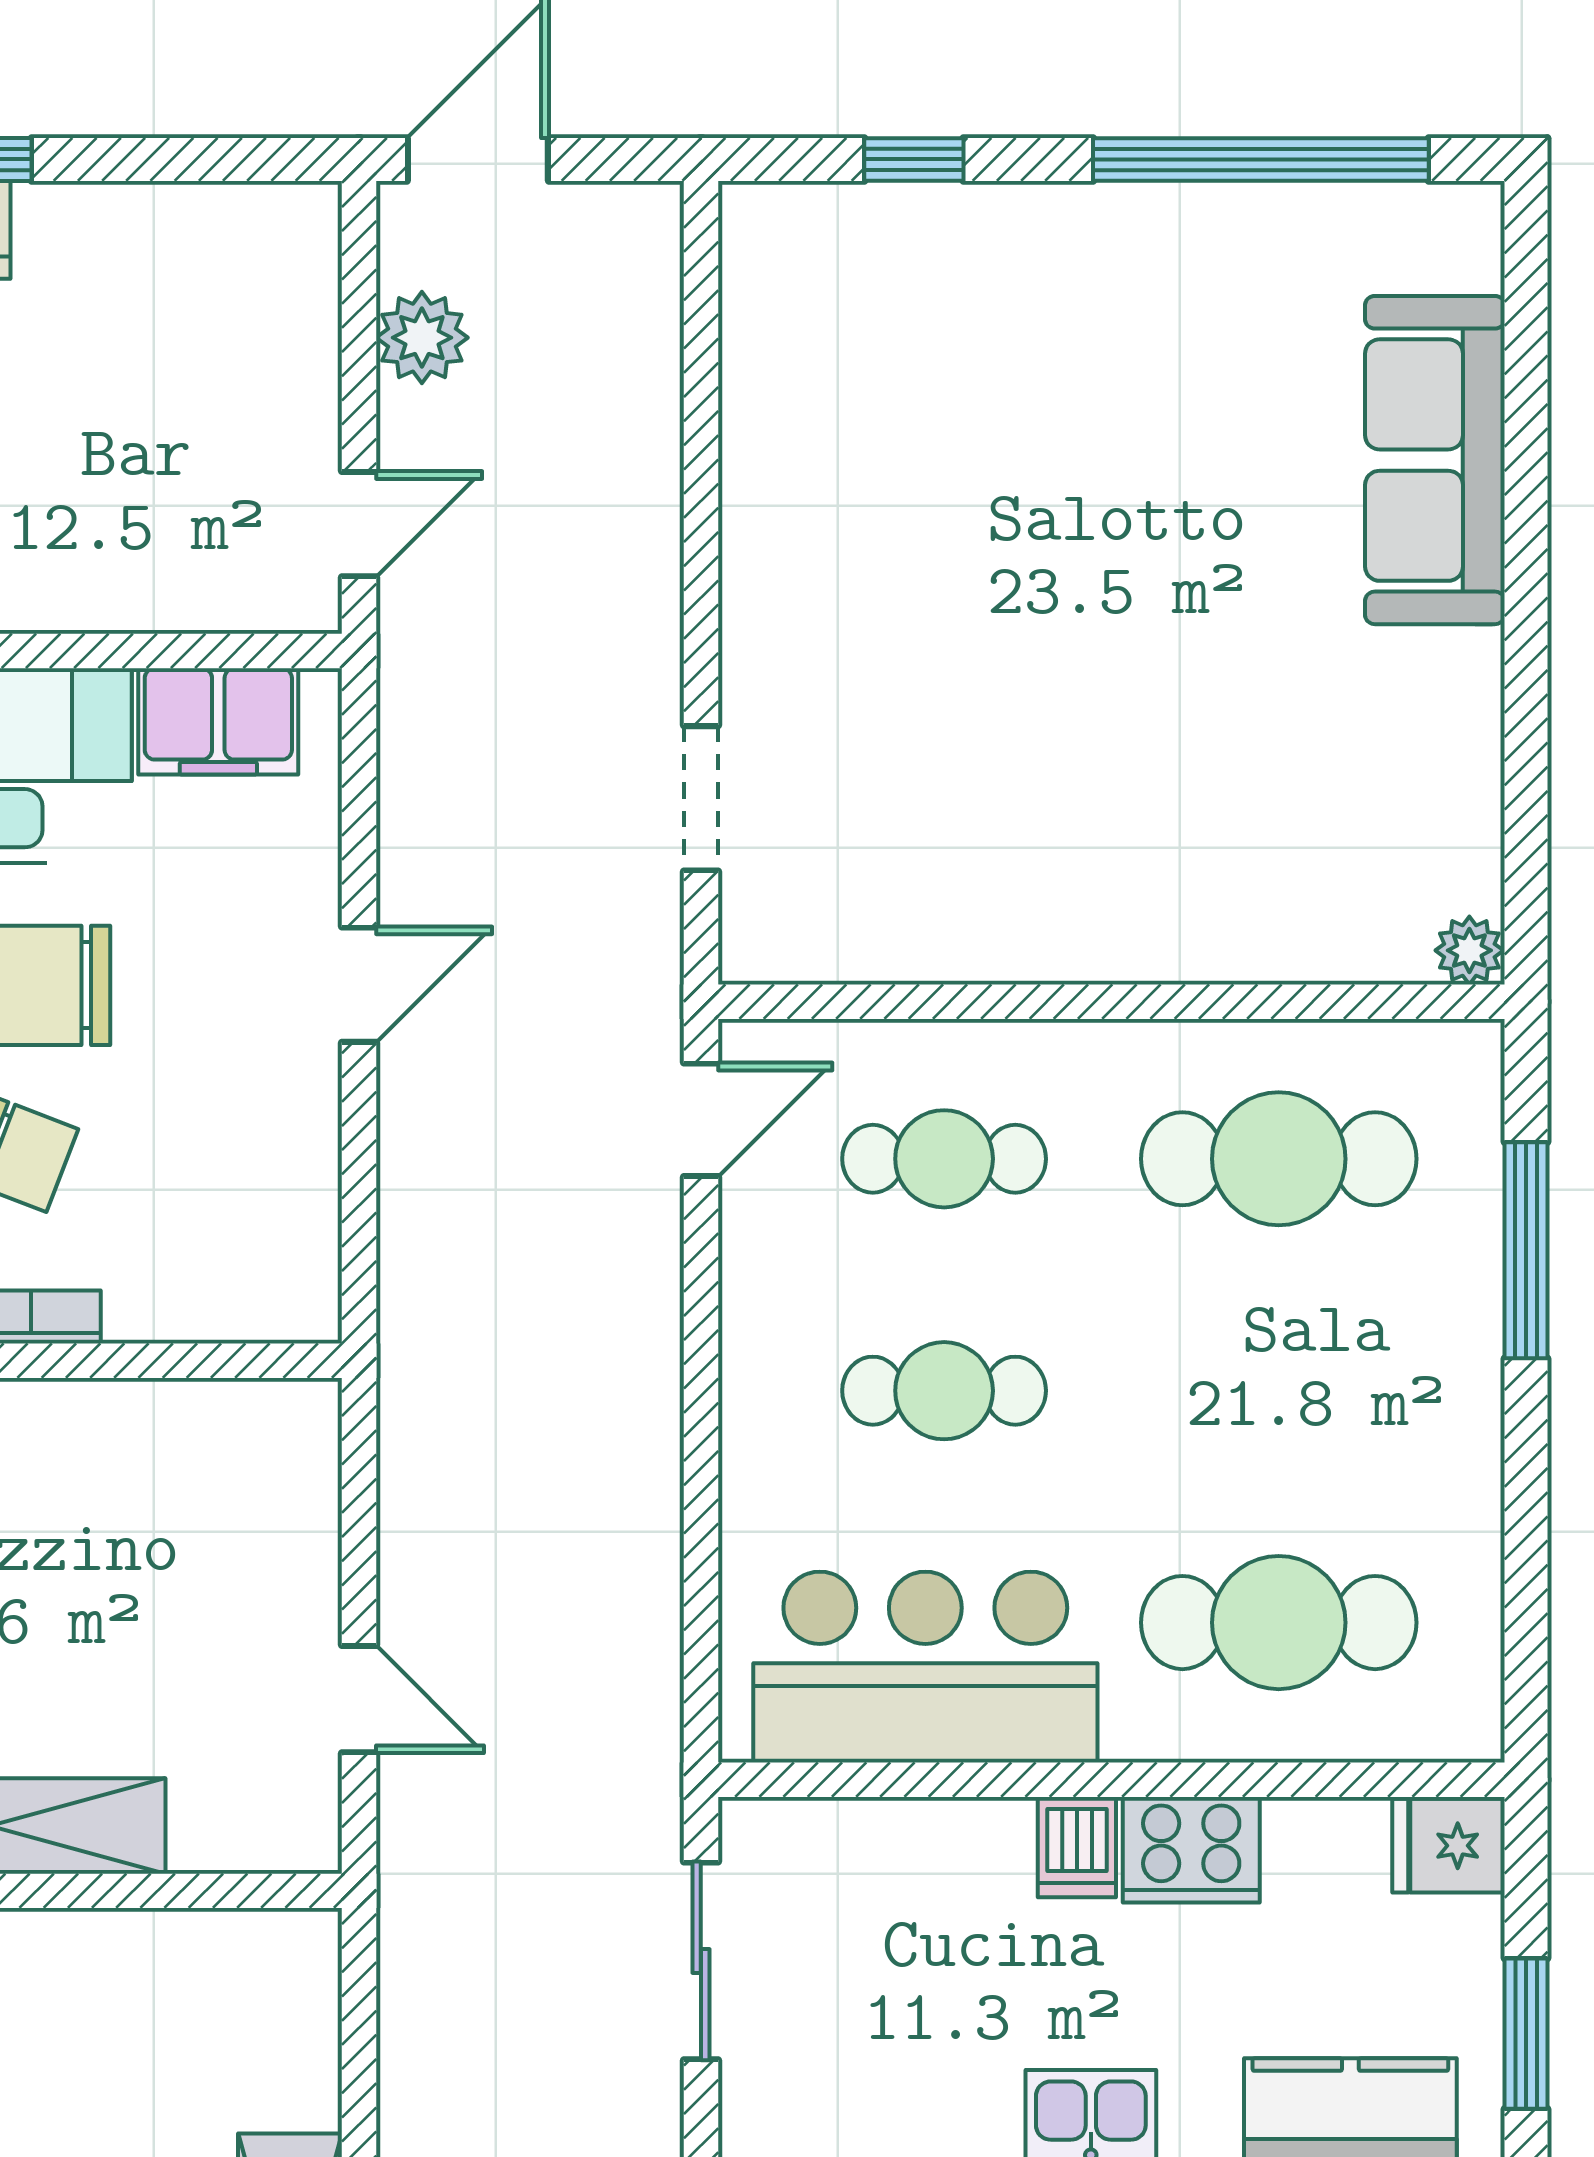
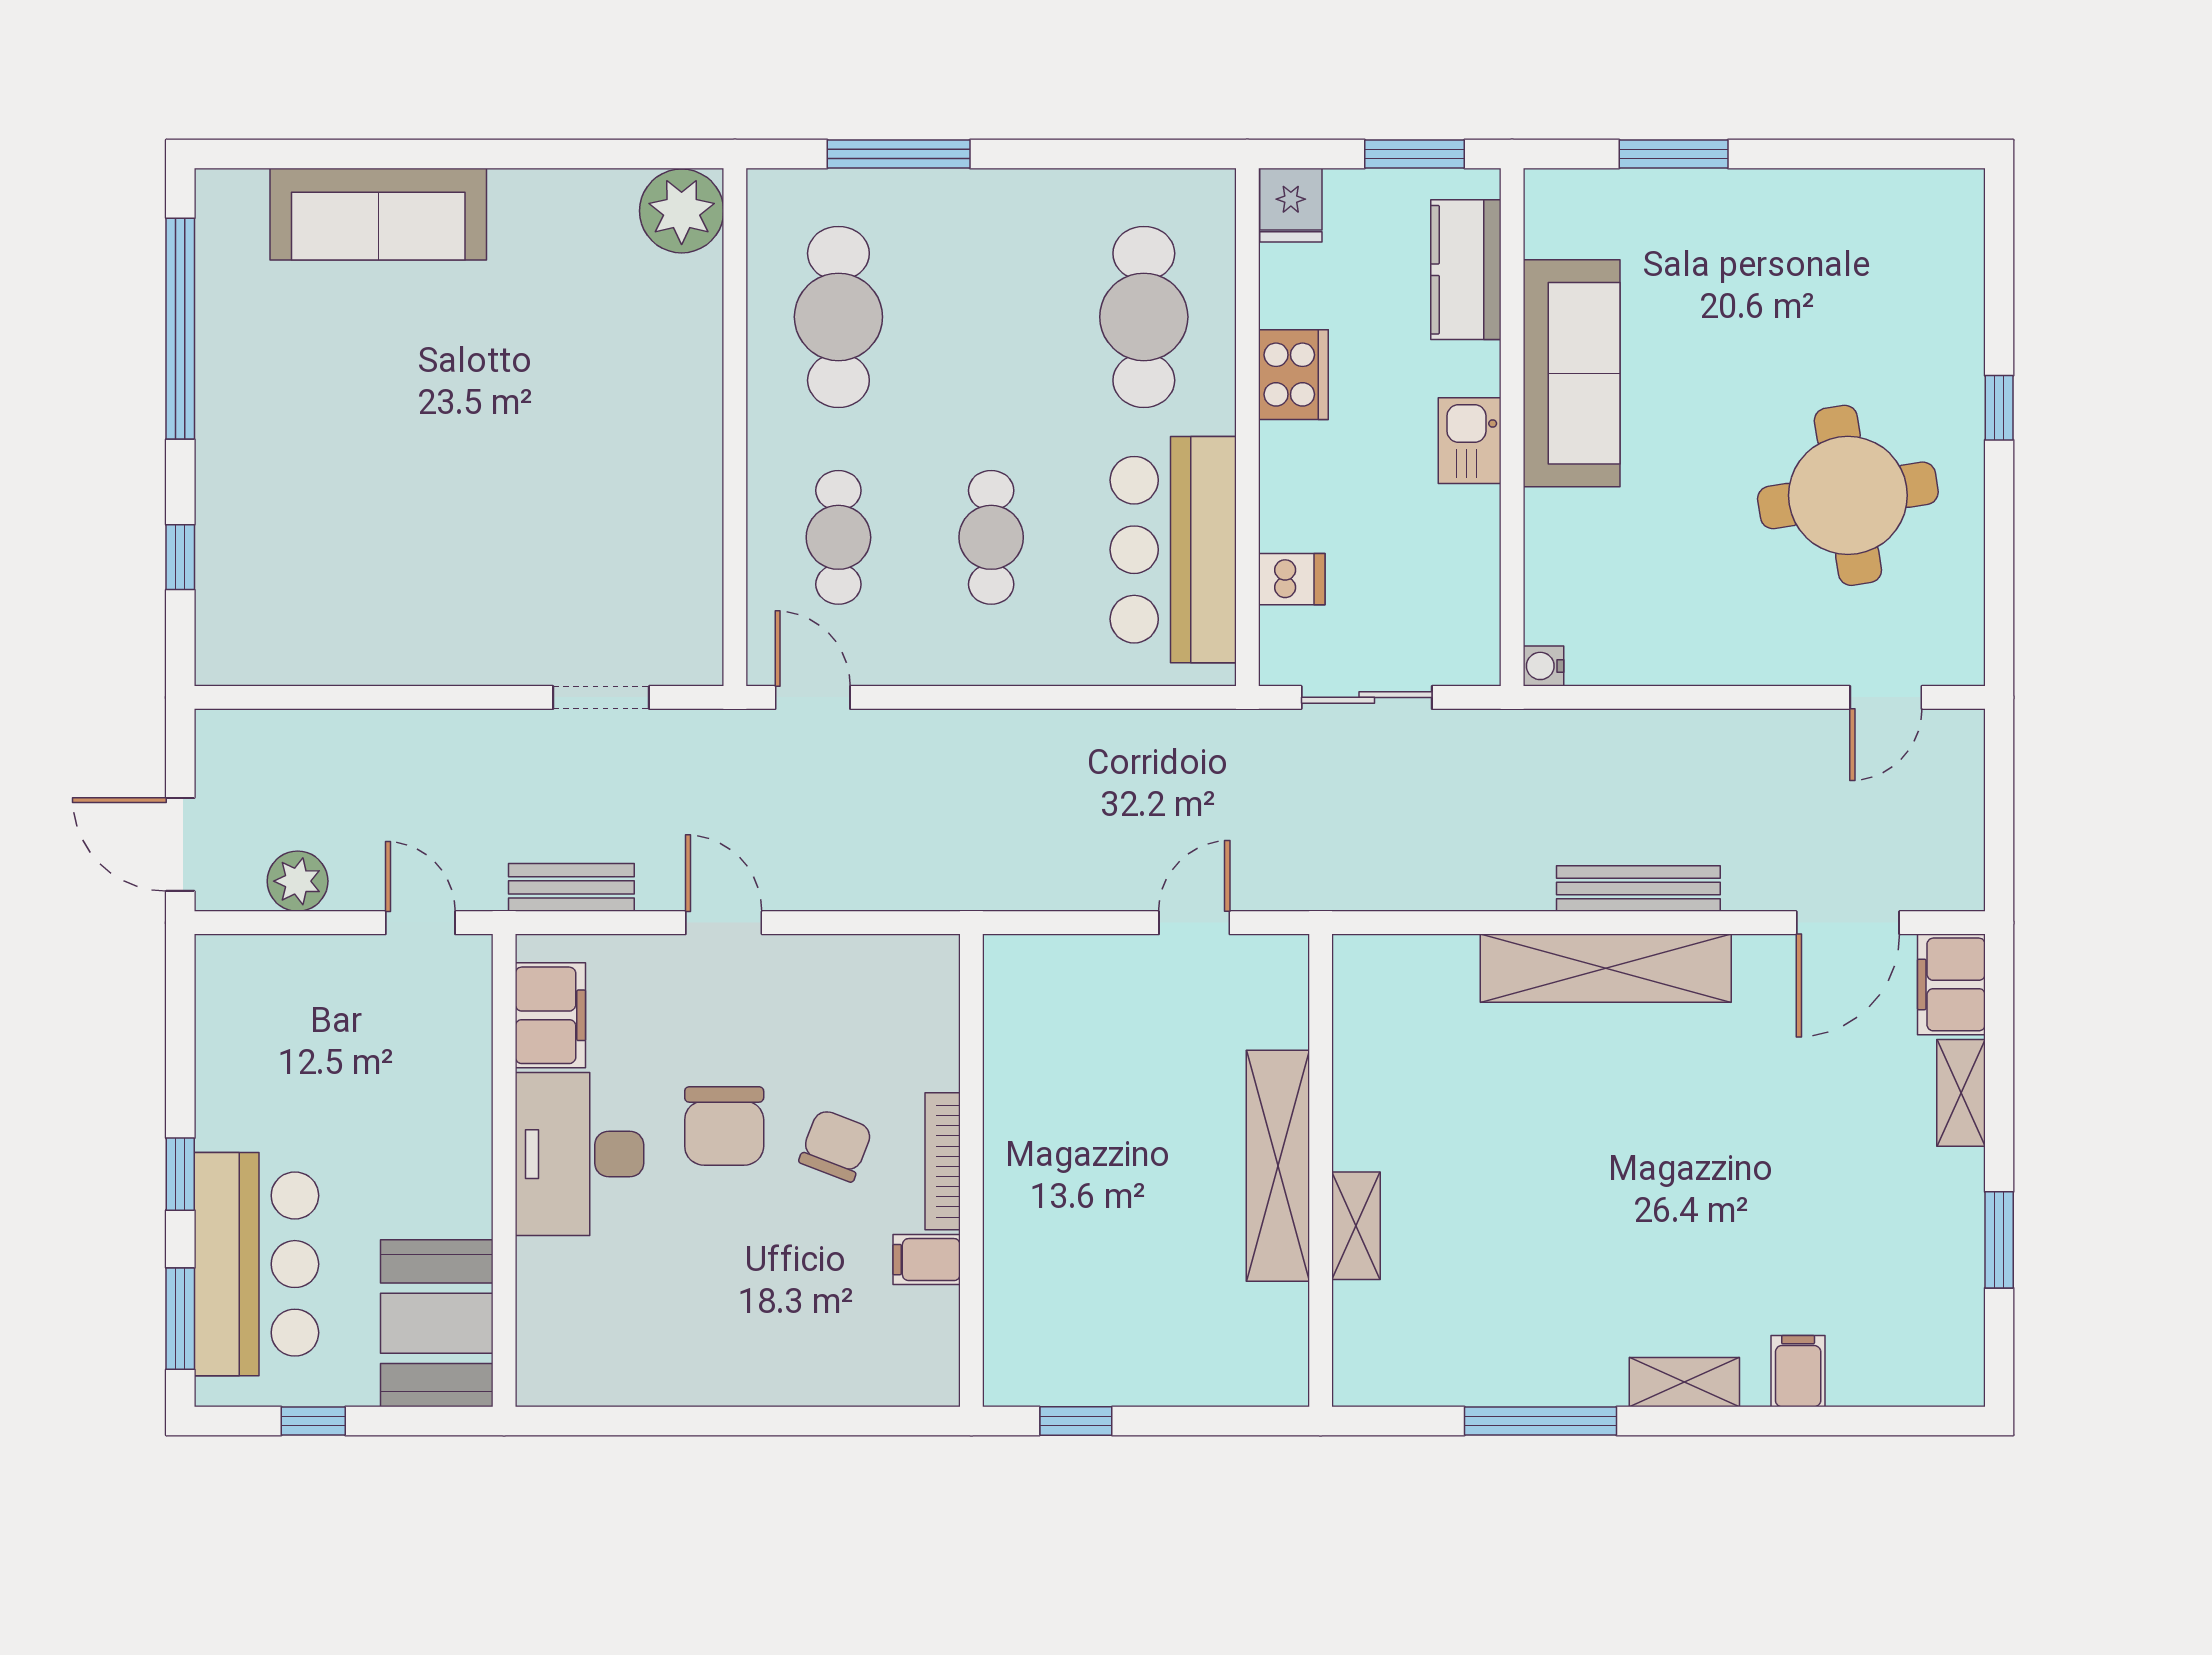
bench: (412, 753) -> (571, 887), added
plant: (1469, 950) -> (682, 211), width x1.88, depth x1.88
dishwasher: (1077, 1847) -> (1292, 579), moved

